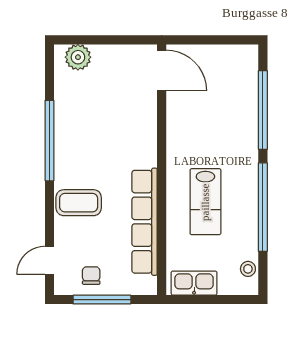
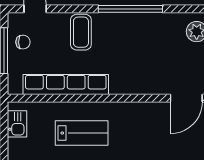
lab bench: (205, 202) -> (82, 133), turned 180
kitchen sink: (194, 283) -> (17, 124), width x0.73

